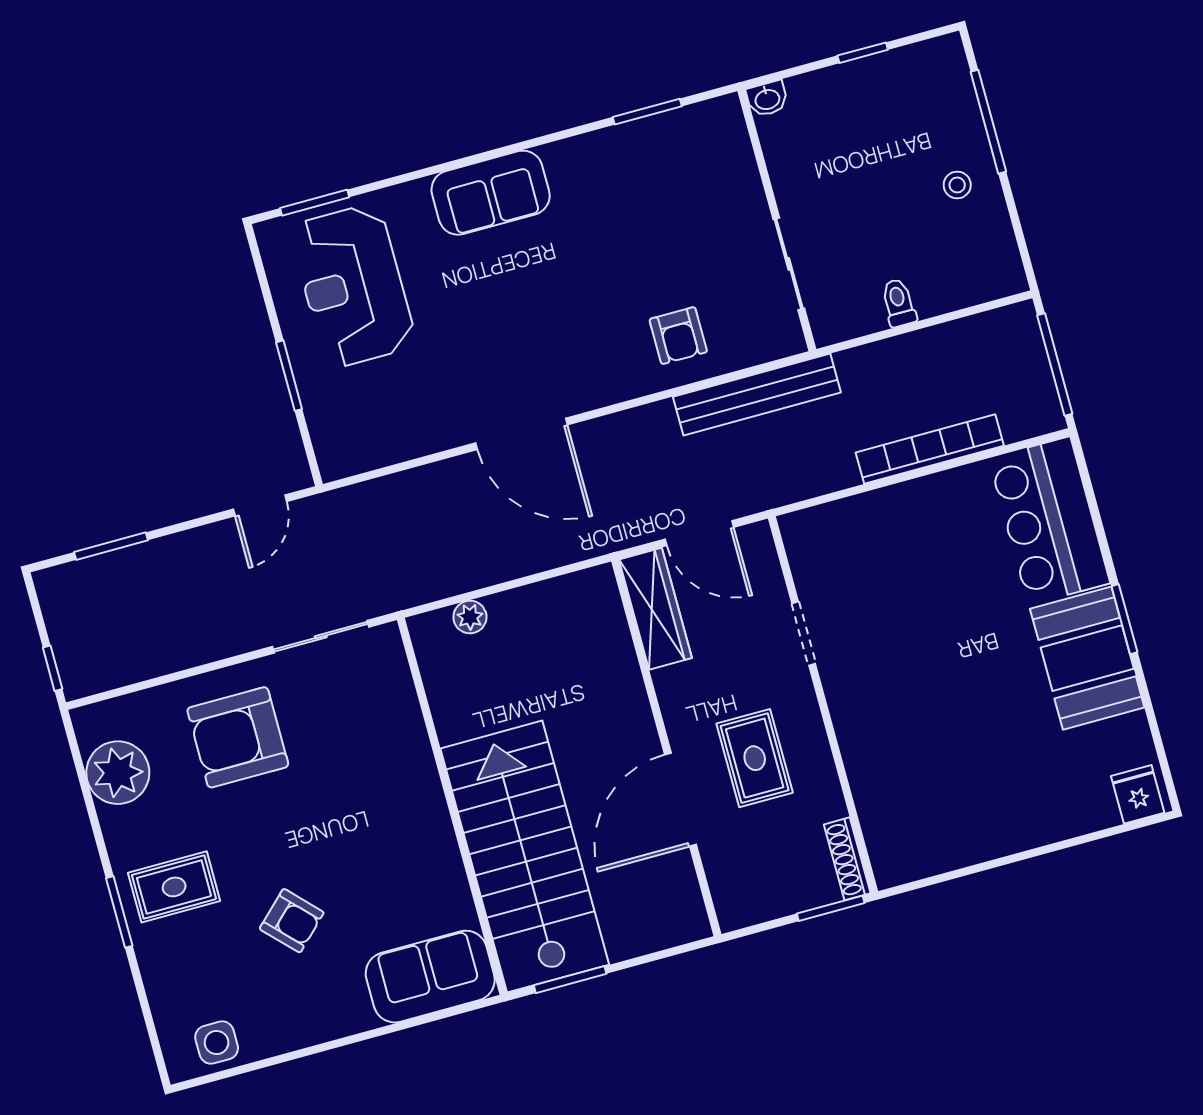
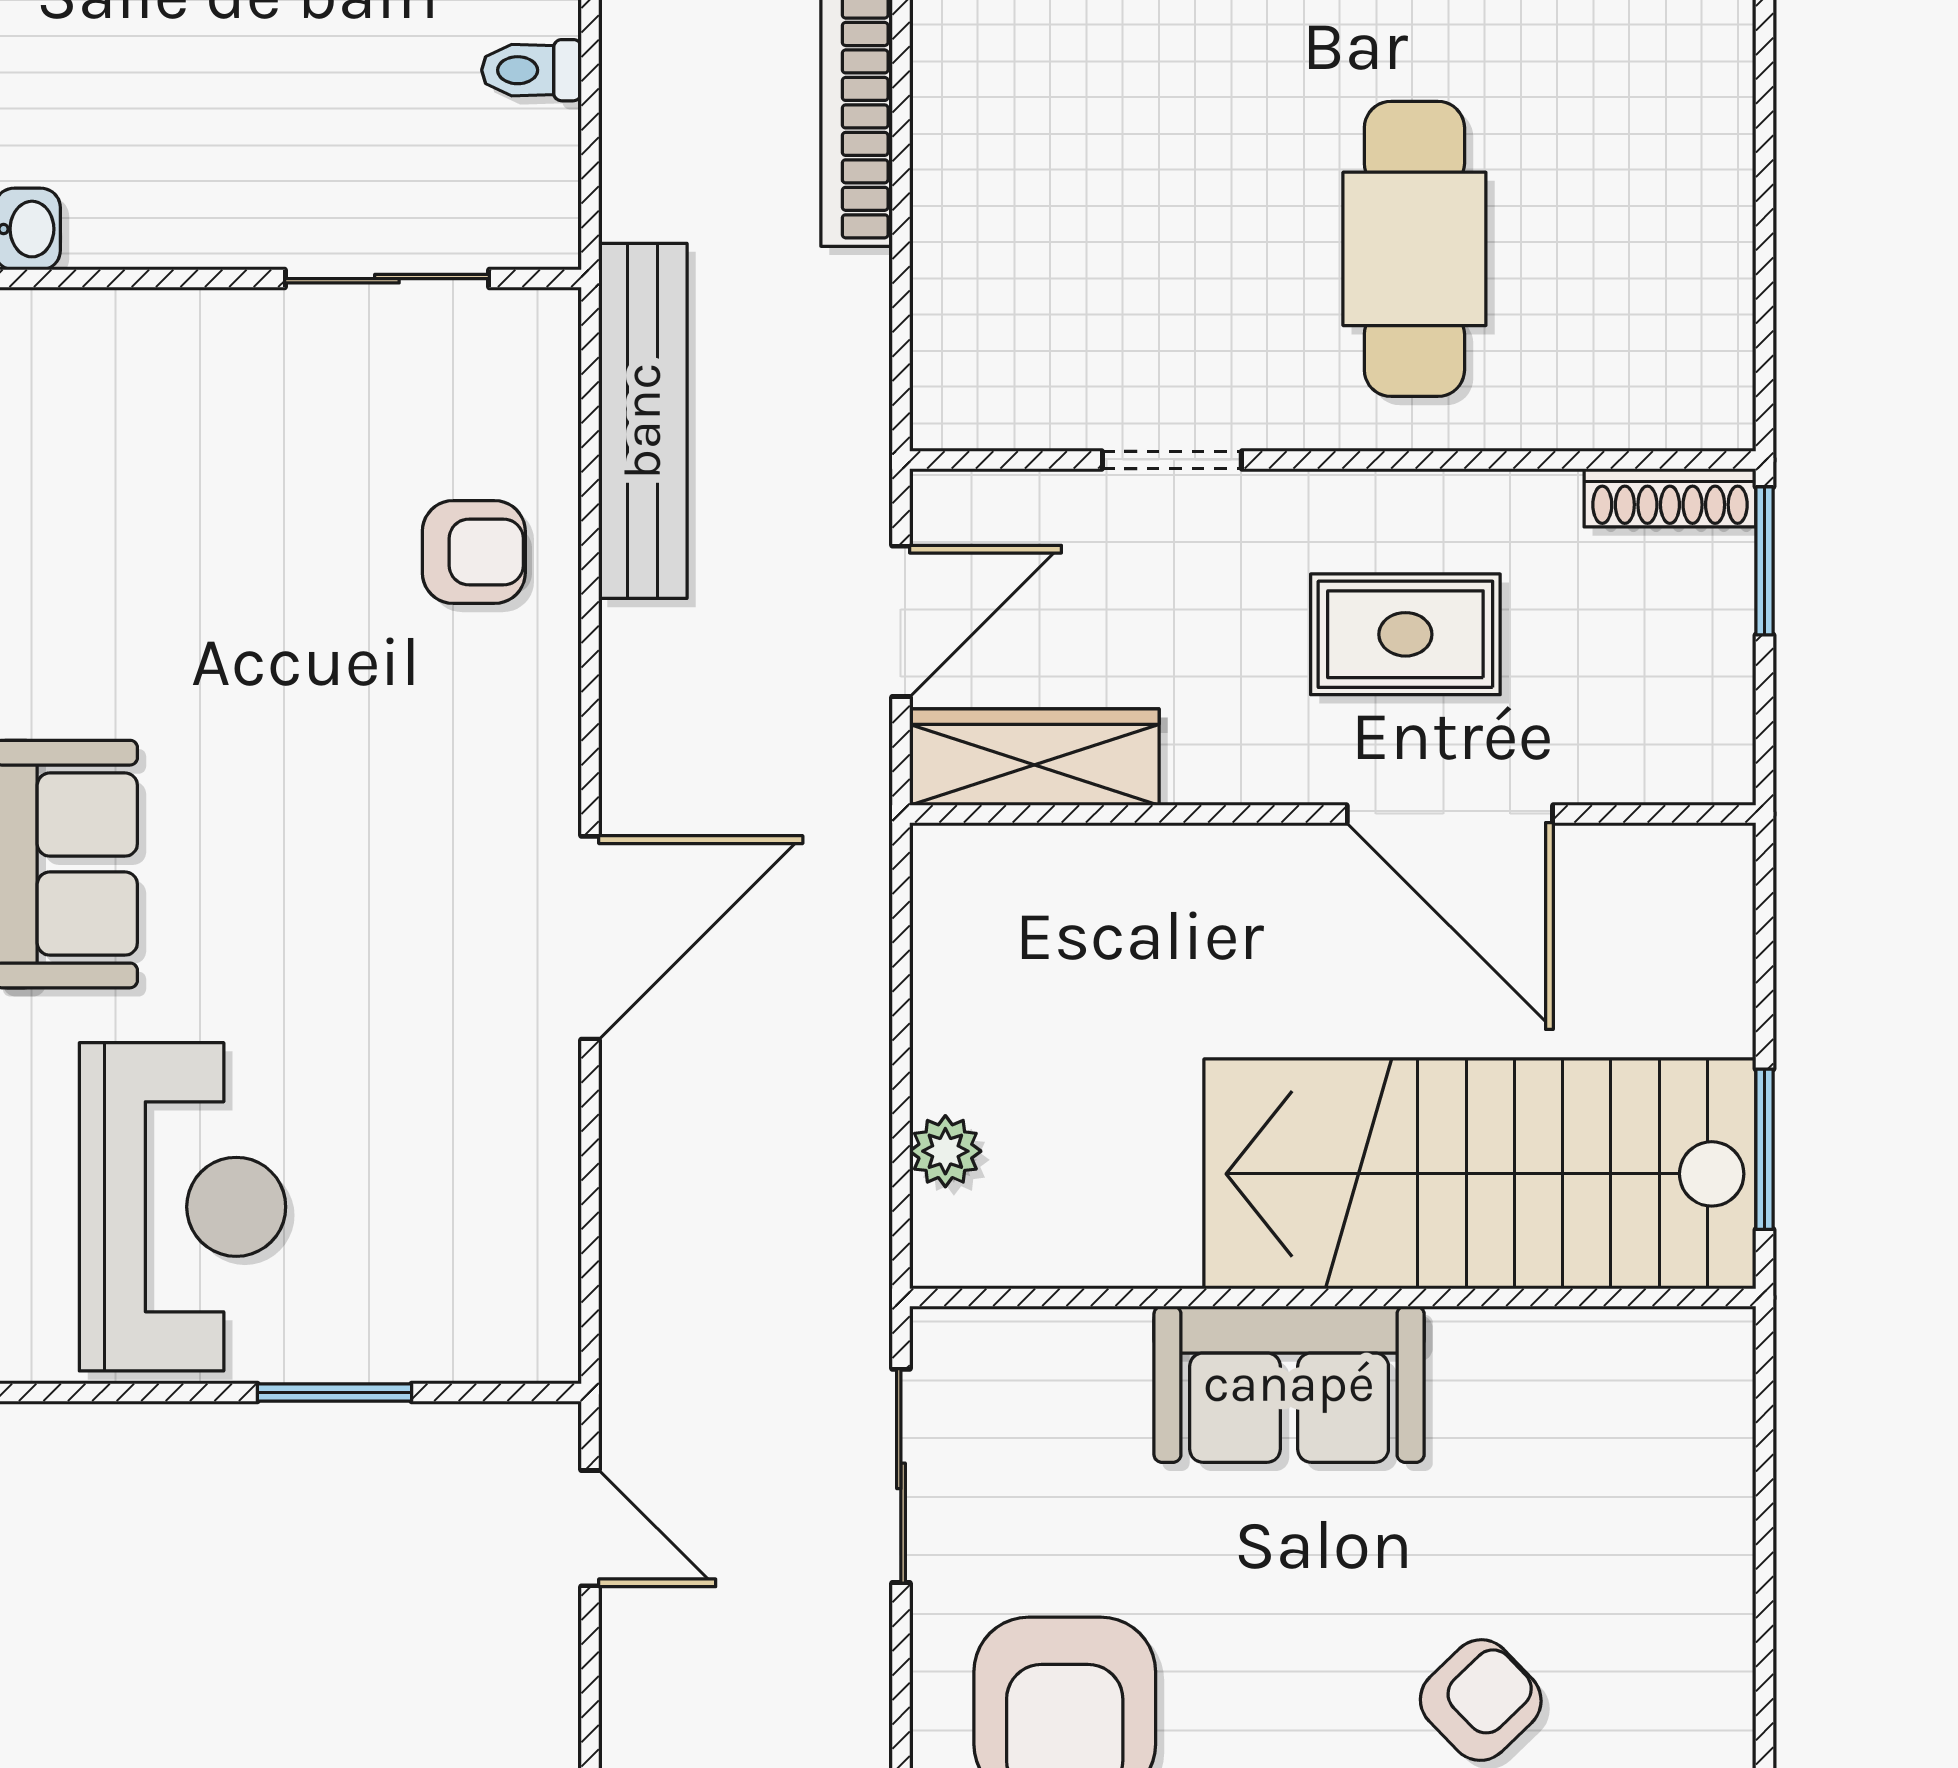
reception desk: (353, 286) -> (183, 1207), turned -90
cafe table: (926, 715) -> (1414, 249), added
sofa: (430, 977) -> (1289, 1384), moved, turned -90

